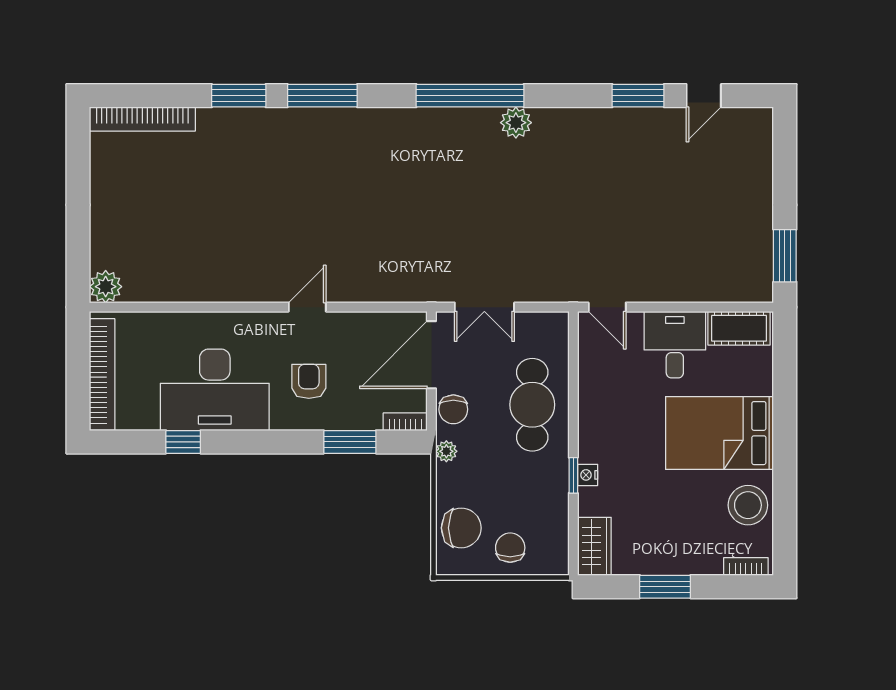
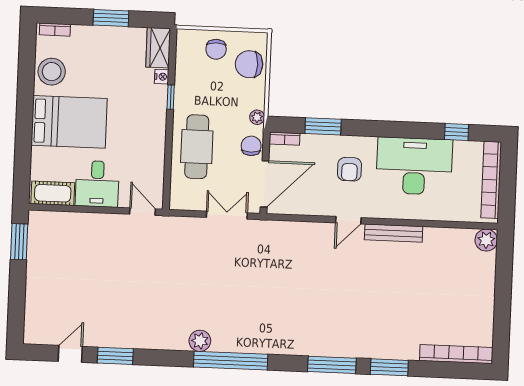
bench: (241, 291) -> (394, 233), added
window: (183, 442) -> (457, 132), moved
nightstand: (588, 475) -> (162, 77), moved

